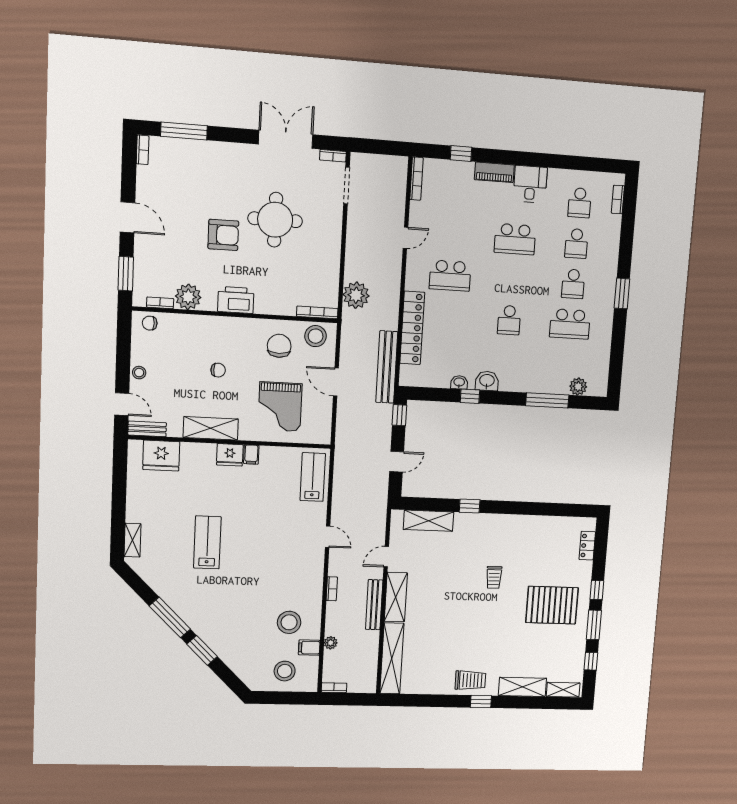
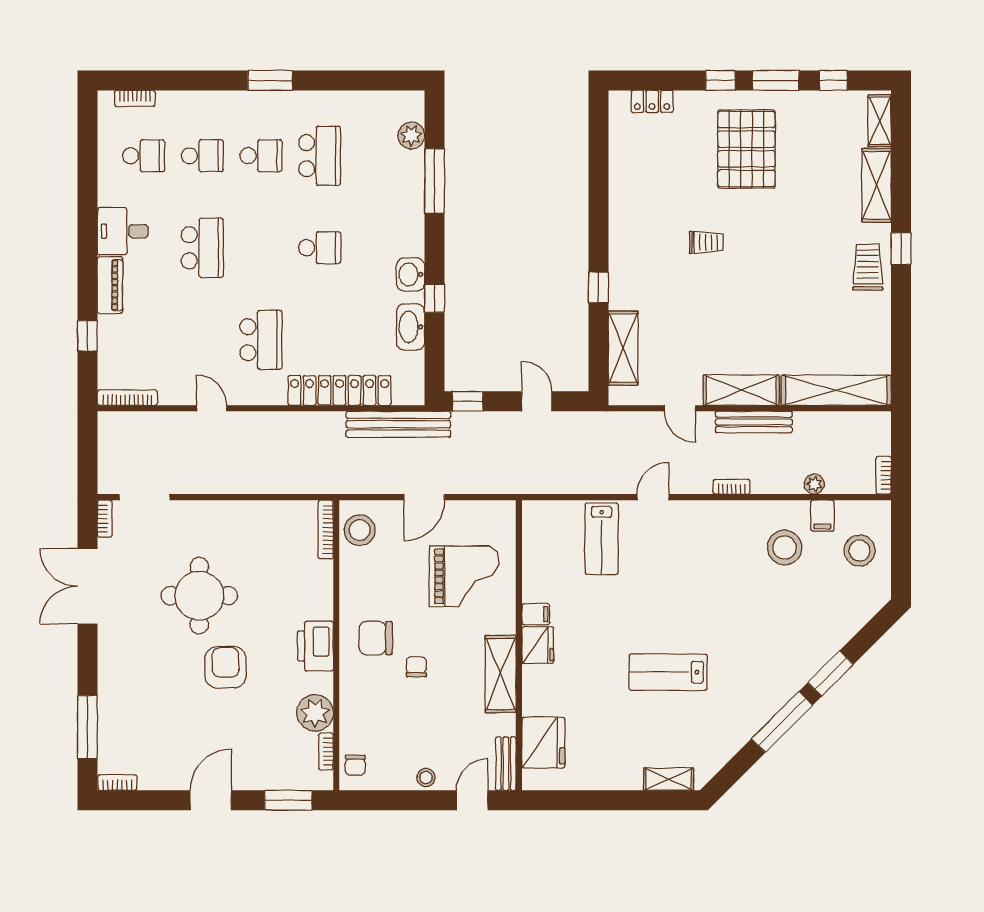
plant: (356, 295) -> (298, 475), removed
chair: (279, 346) -> (376, 638), moved
washbasin: (459, 382) -> (410, 327), width x1.91, depth x1.45
lab bench: (313, 477) -> (602, 539), moved, turned -90

